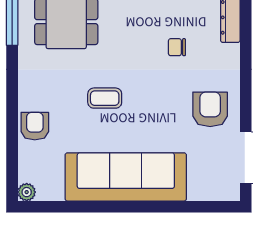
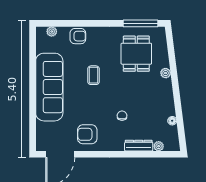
armchair: (210, 109) -> (87, 134), turned 180
plant: (27, 192) -> (52, 31), moved

